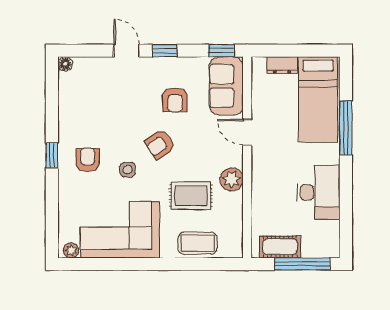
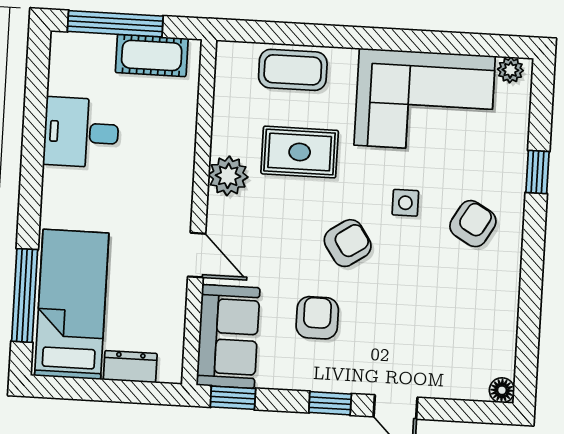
window: (346, 128) -> (25, 295), moved
window: (52, 155) -> (537, 172), moved
armchair: (88, 160) -> (473, 224), turned -150
desk: (318, 192) -> (81, 132), width x0.73

